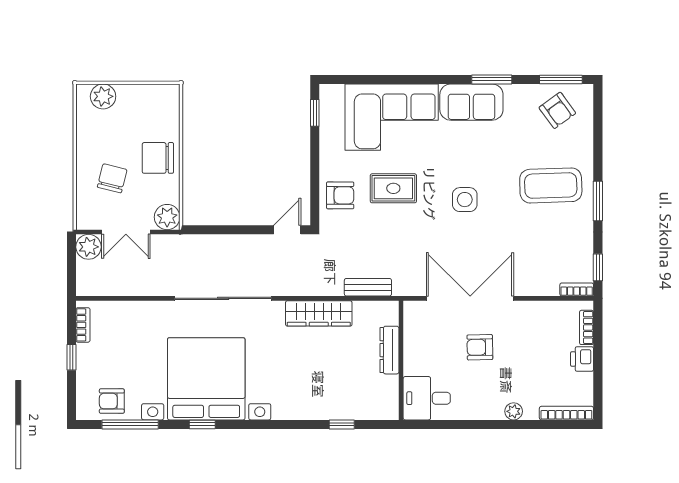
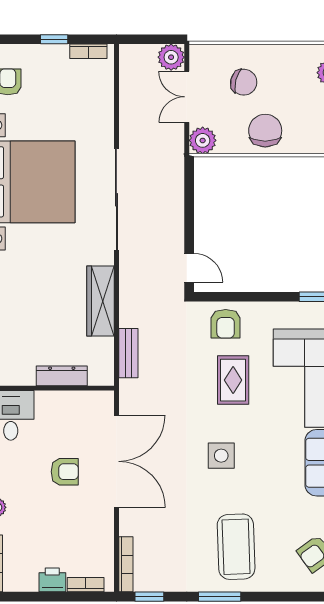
bookcase: (577, 289) -> (126, 564), width x1.56
armchair: (480, 347) -> (65, 472), turned 91

